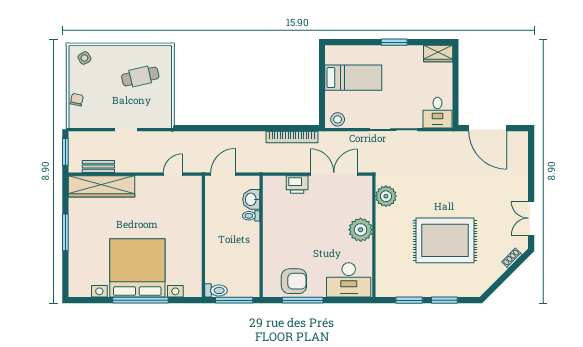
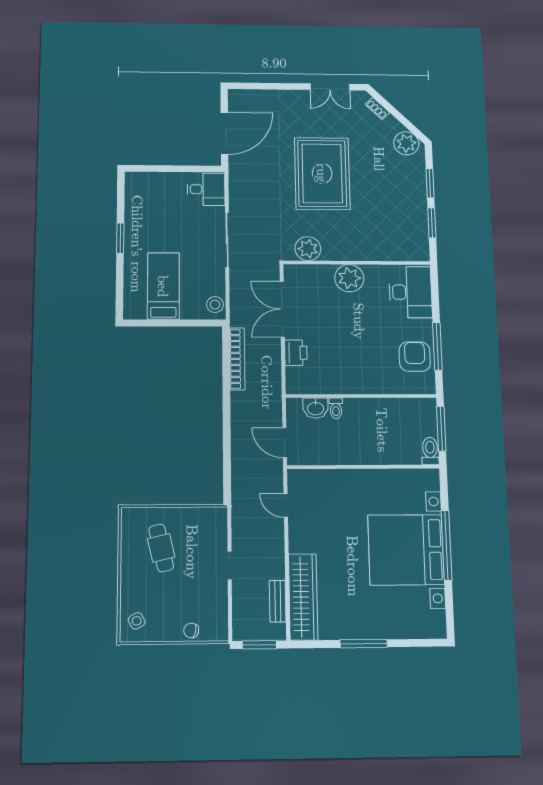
wardrobe: (438, 53) -> (135, 188), removed
rug: (445, 240) -> (322, 173), moved
plant: (480, 282) -> (406, 143), added

